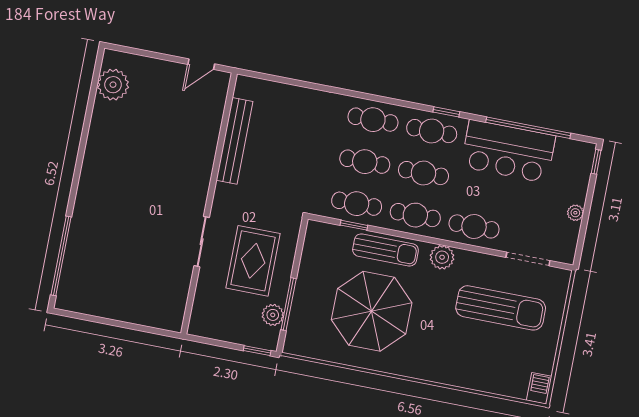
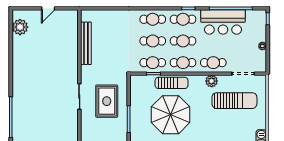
door: (201, 64) -> (48, 8), moved
plant: (442, 257) -> (212, 81), moved
plant: (273, 315) -> (122, 126), removed

